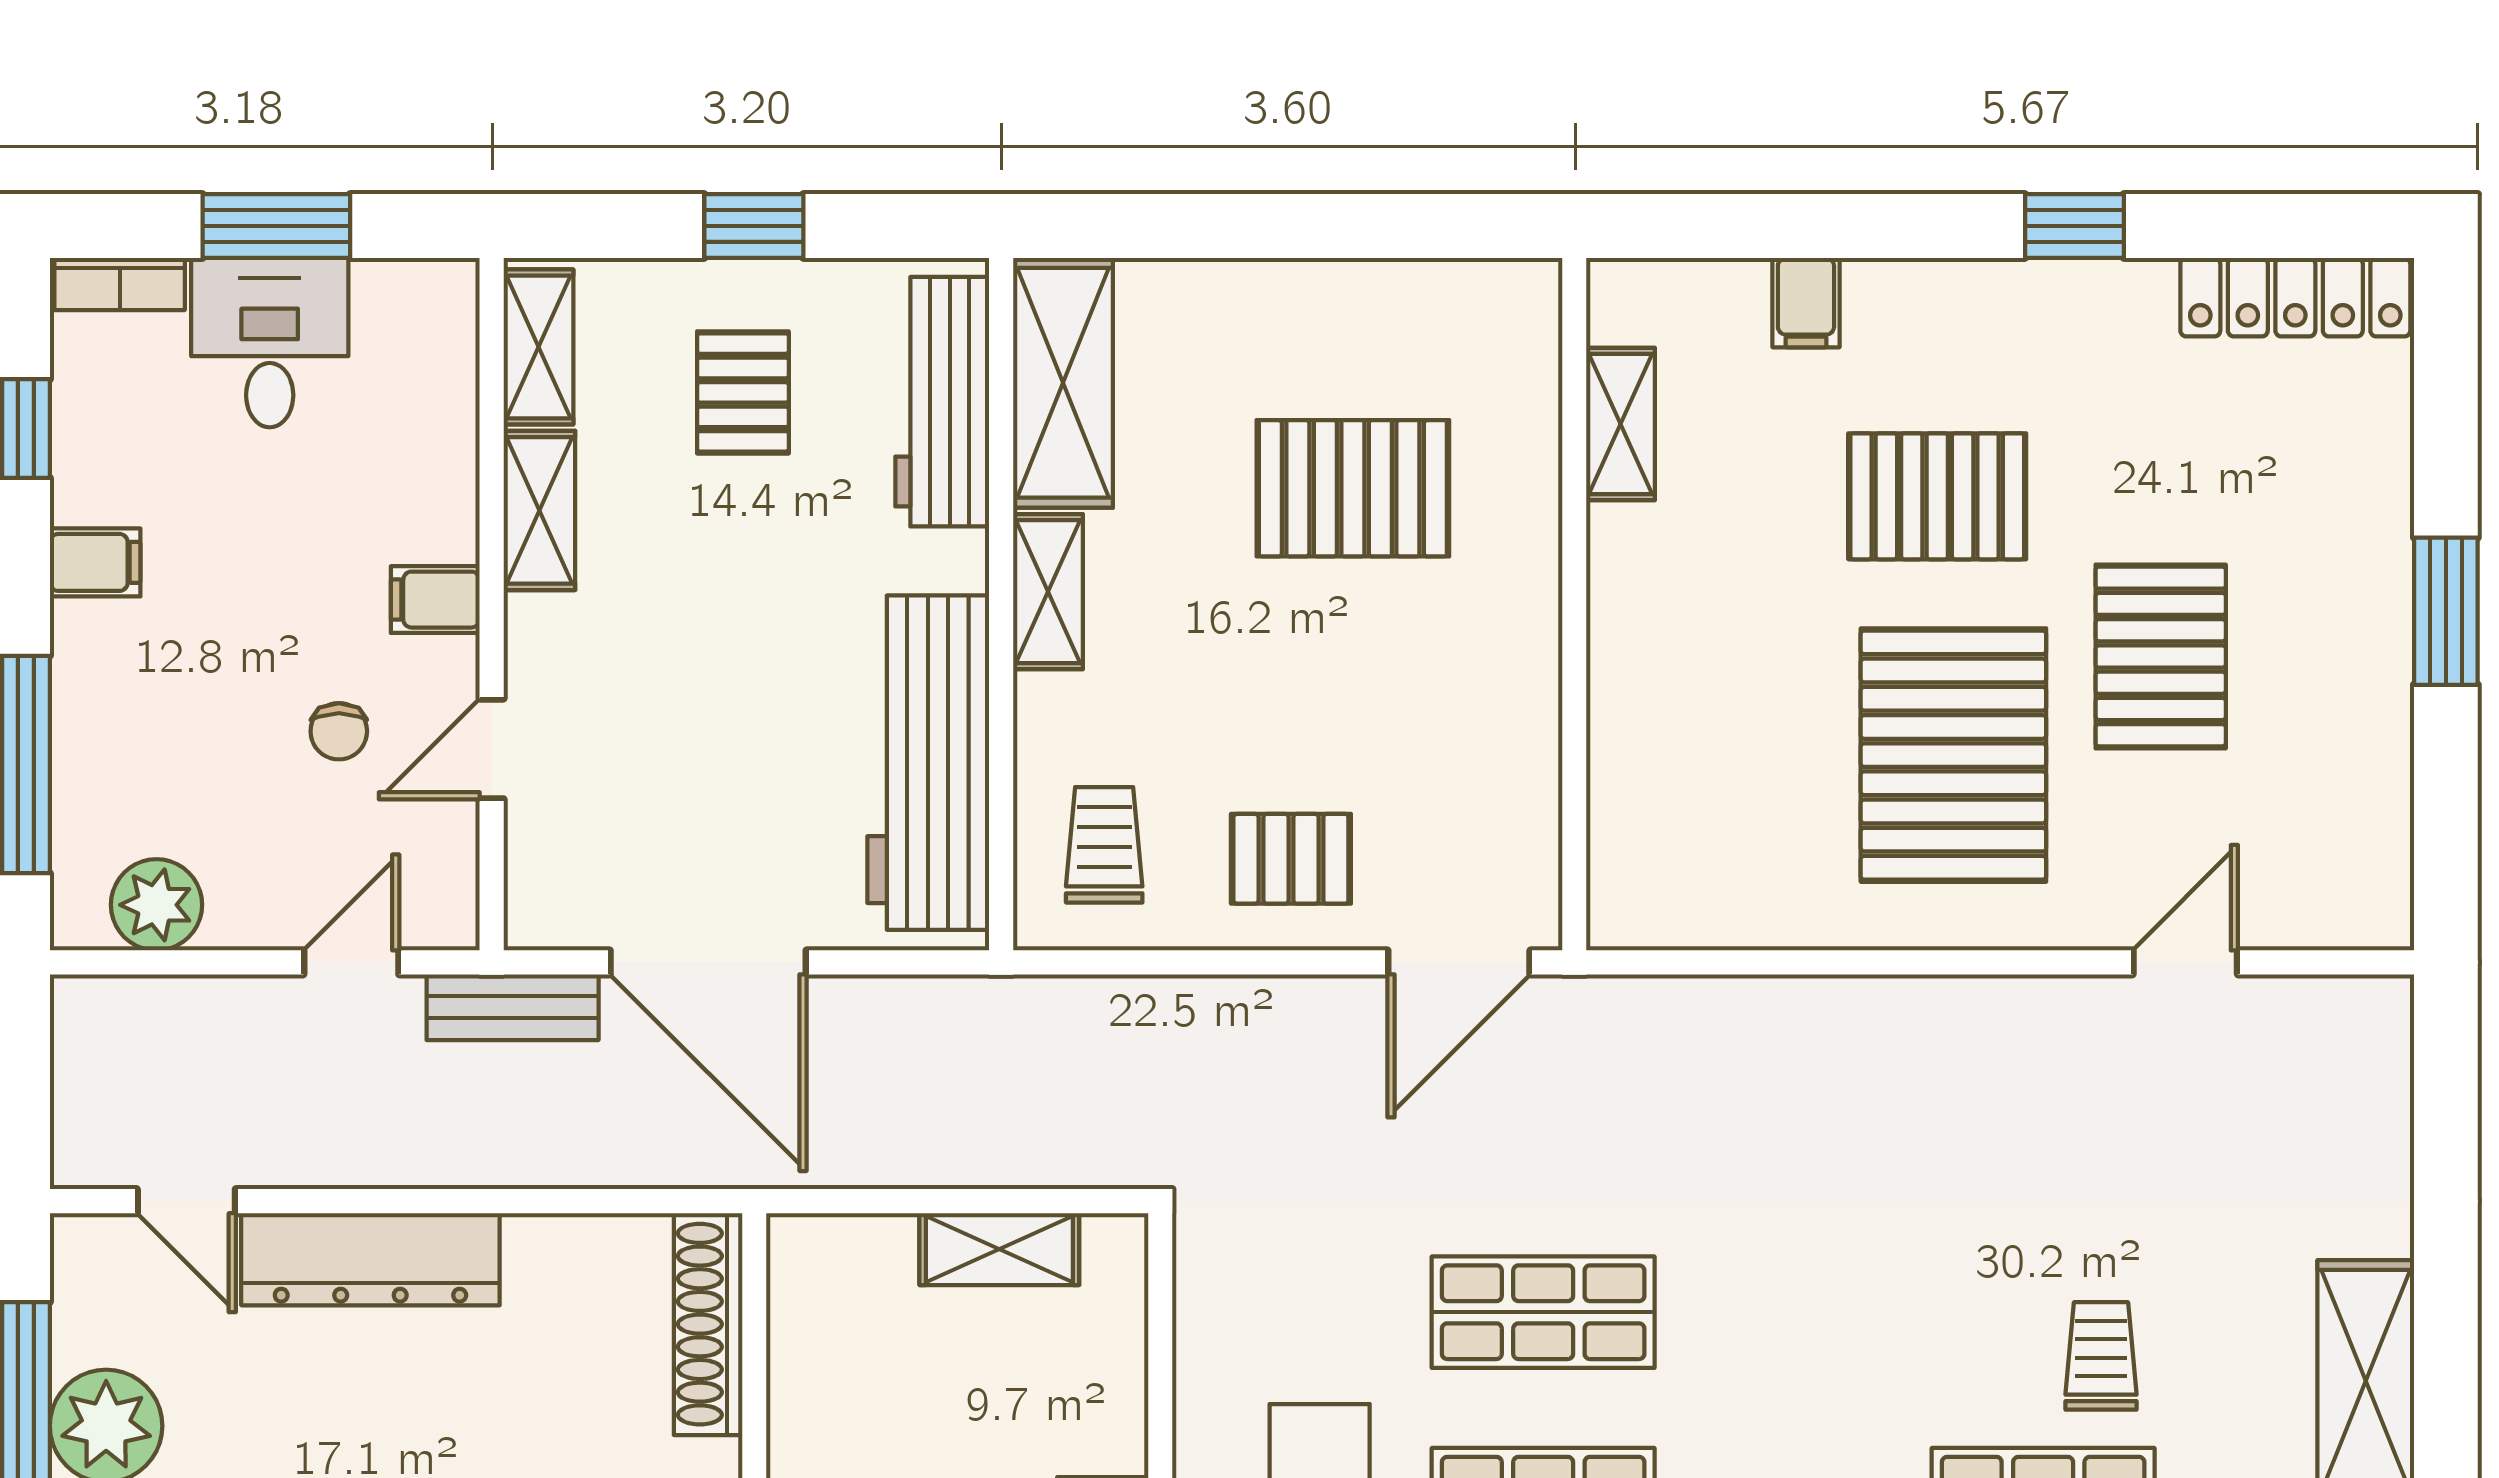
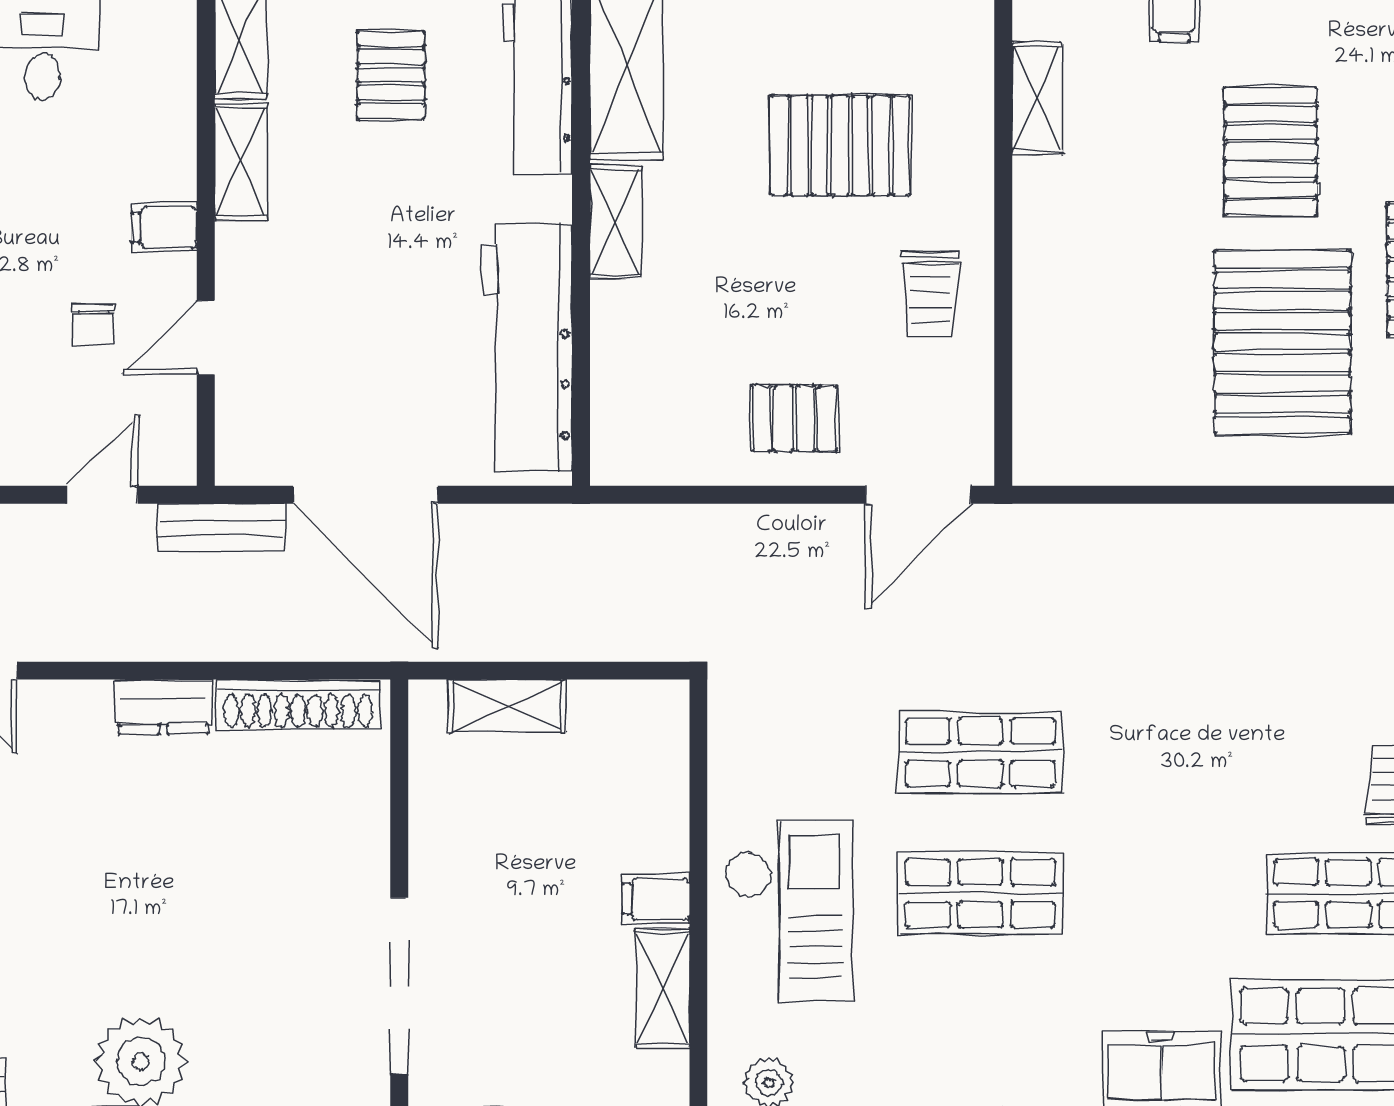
pallet: (1937, 496) -> (1271, 151), turned 90
trolley: (1104, 845) -> (931, 294), moved, turned 180
shelving: (999, 1249) -> (507, 706), moved
dresser: (370, 1259) -> (163, 707), width x0.51, depth x0.80
shoe rack: (708, 1324) -> (298, 705), moved, turned -90

